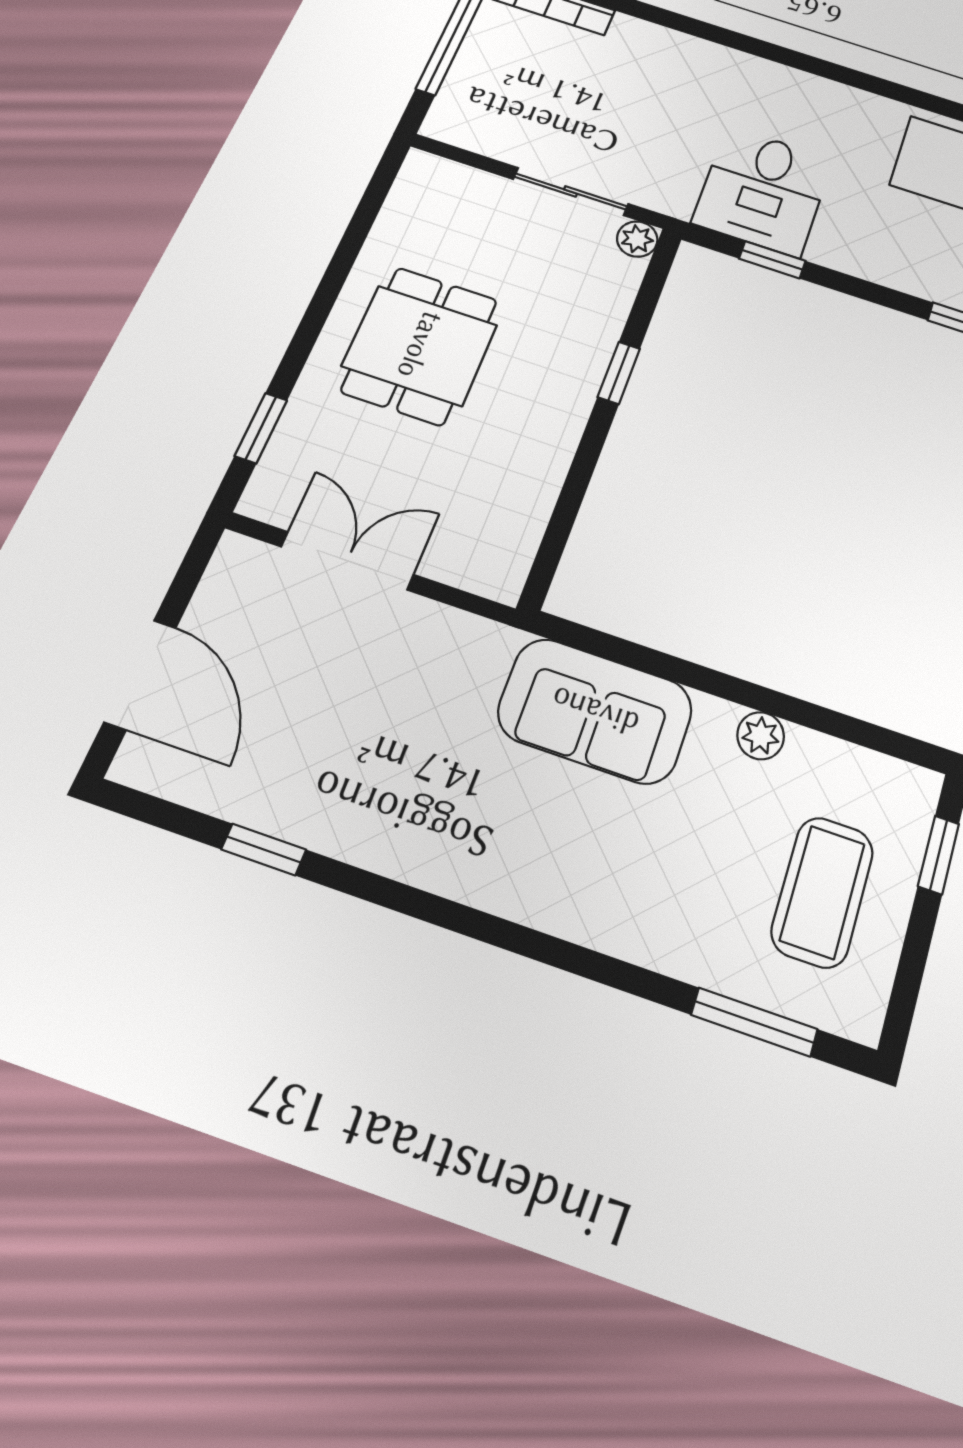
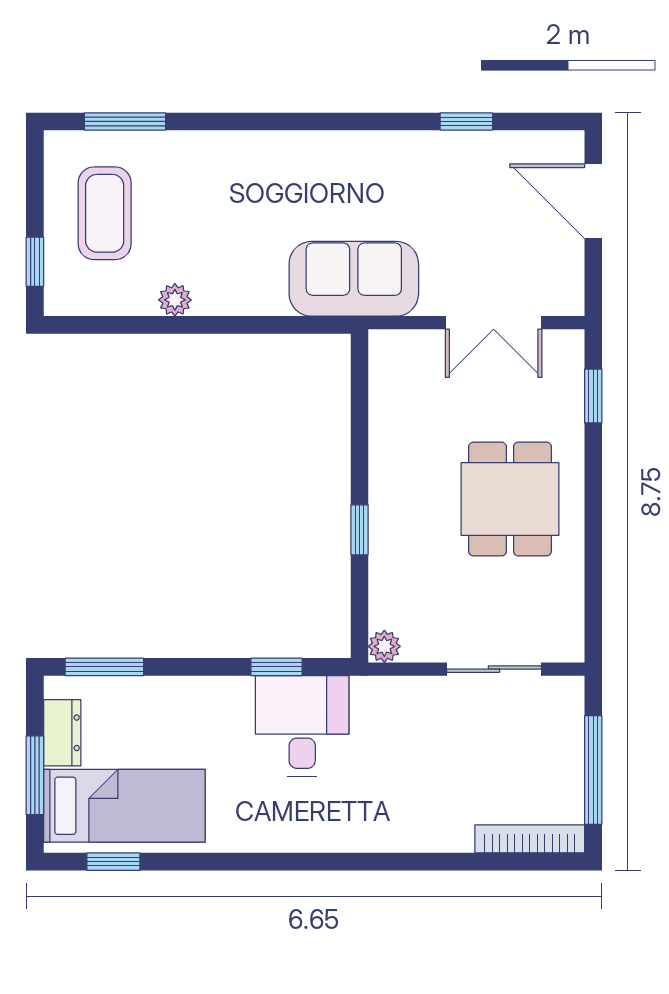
sliding door: (571, 191) -> (494, 669), moved
sofa: (595, 711) -> (354, 279), moved

